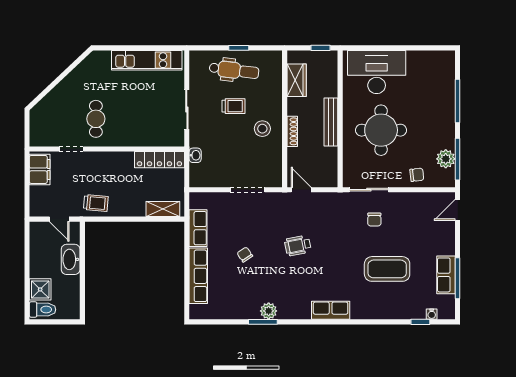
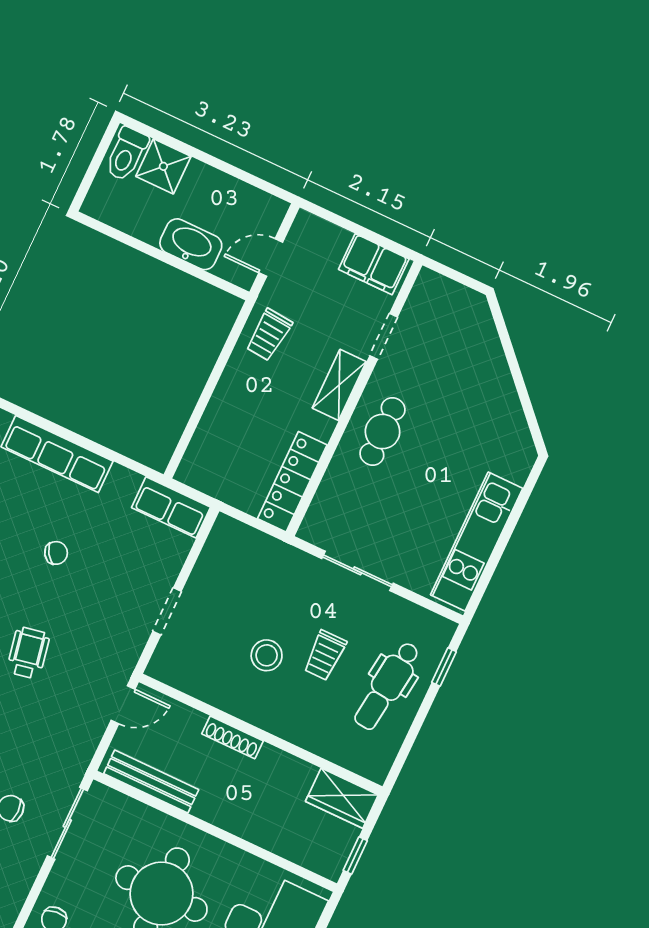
window: (239, 48) -> (444, 667), moved
wardrobe: (297, 80) -> (342, 798), moved
cafe table: (96, 119) -> (383, 432), moved, turned 90
bench: (331, 122) -> (151, 782), moved
stool: (262, 129) -> (267, 655), moved
washbasin: (195, 155) -> (271, 548), removed
doorway: (248, 190) -> (167, 611), width x0.73
shelving: (163, 209) -> (339, 385), moved
row of seats: (198, 228) -> (171, 507), moved

